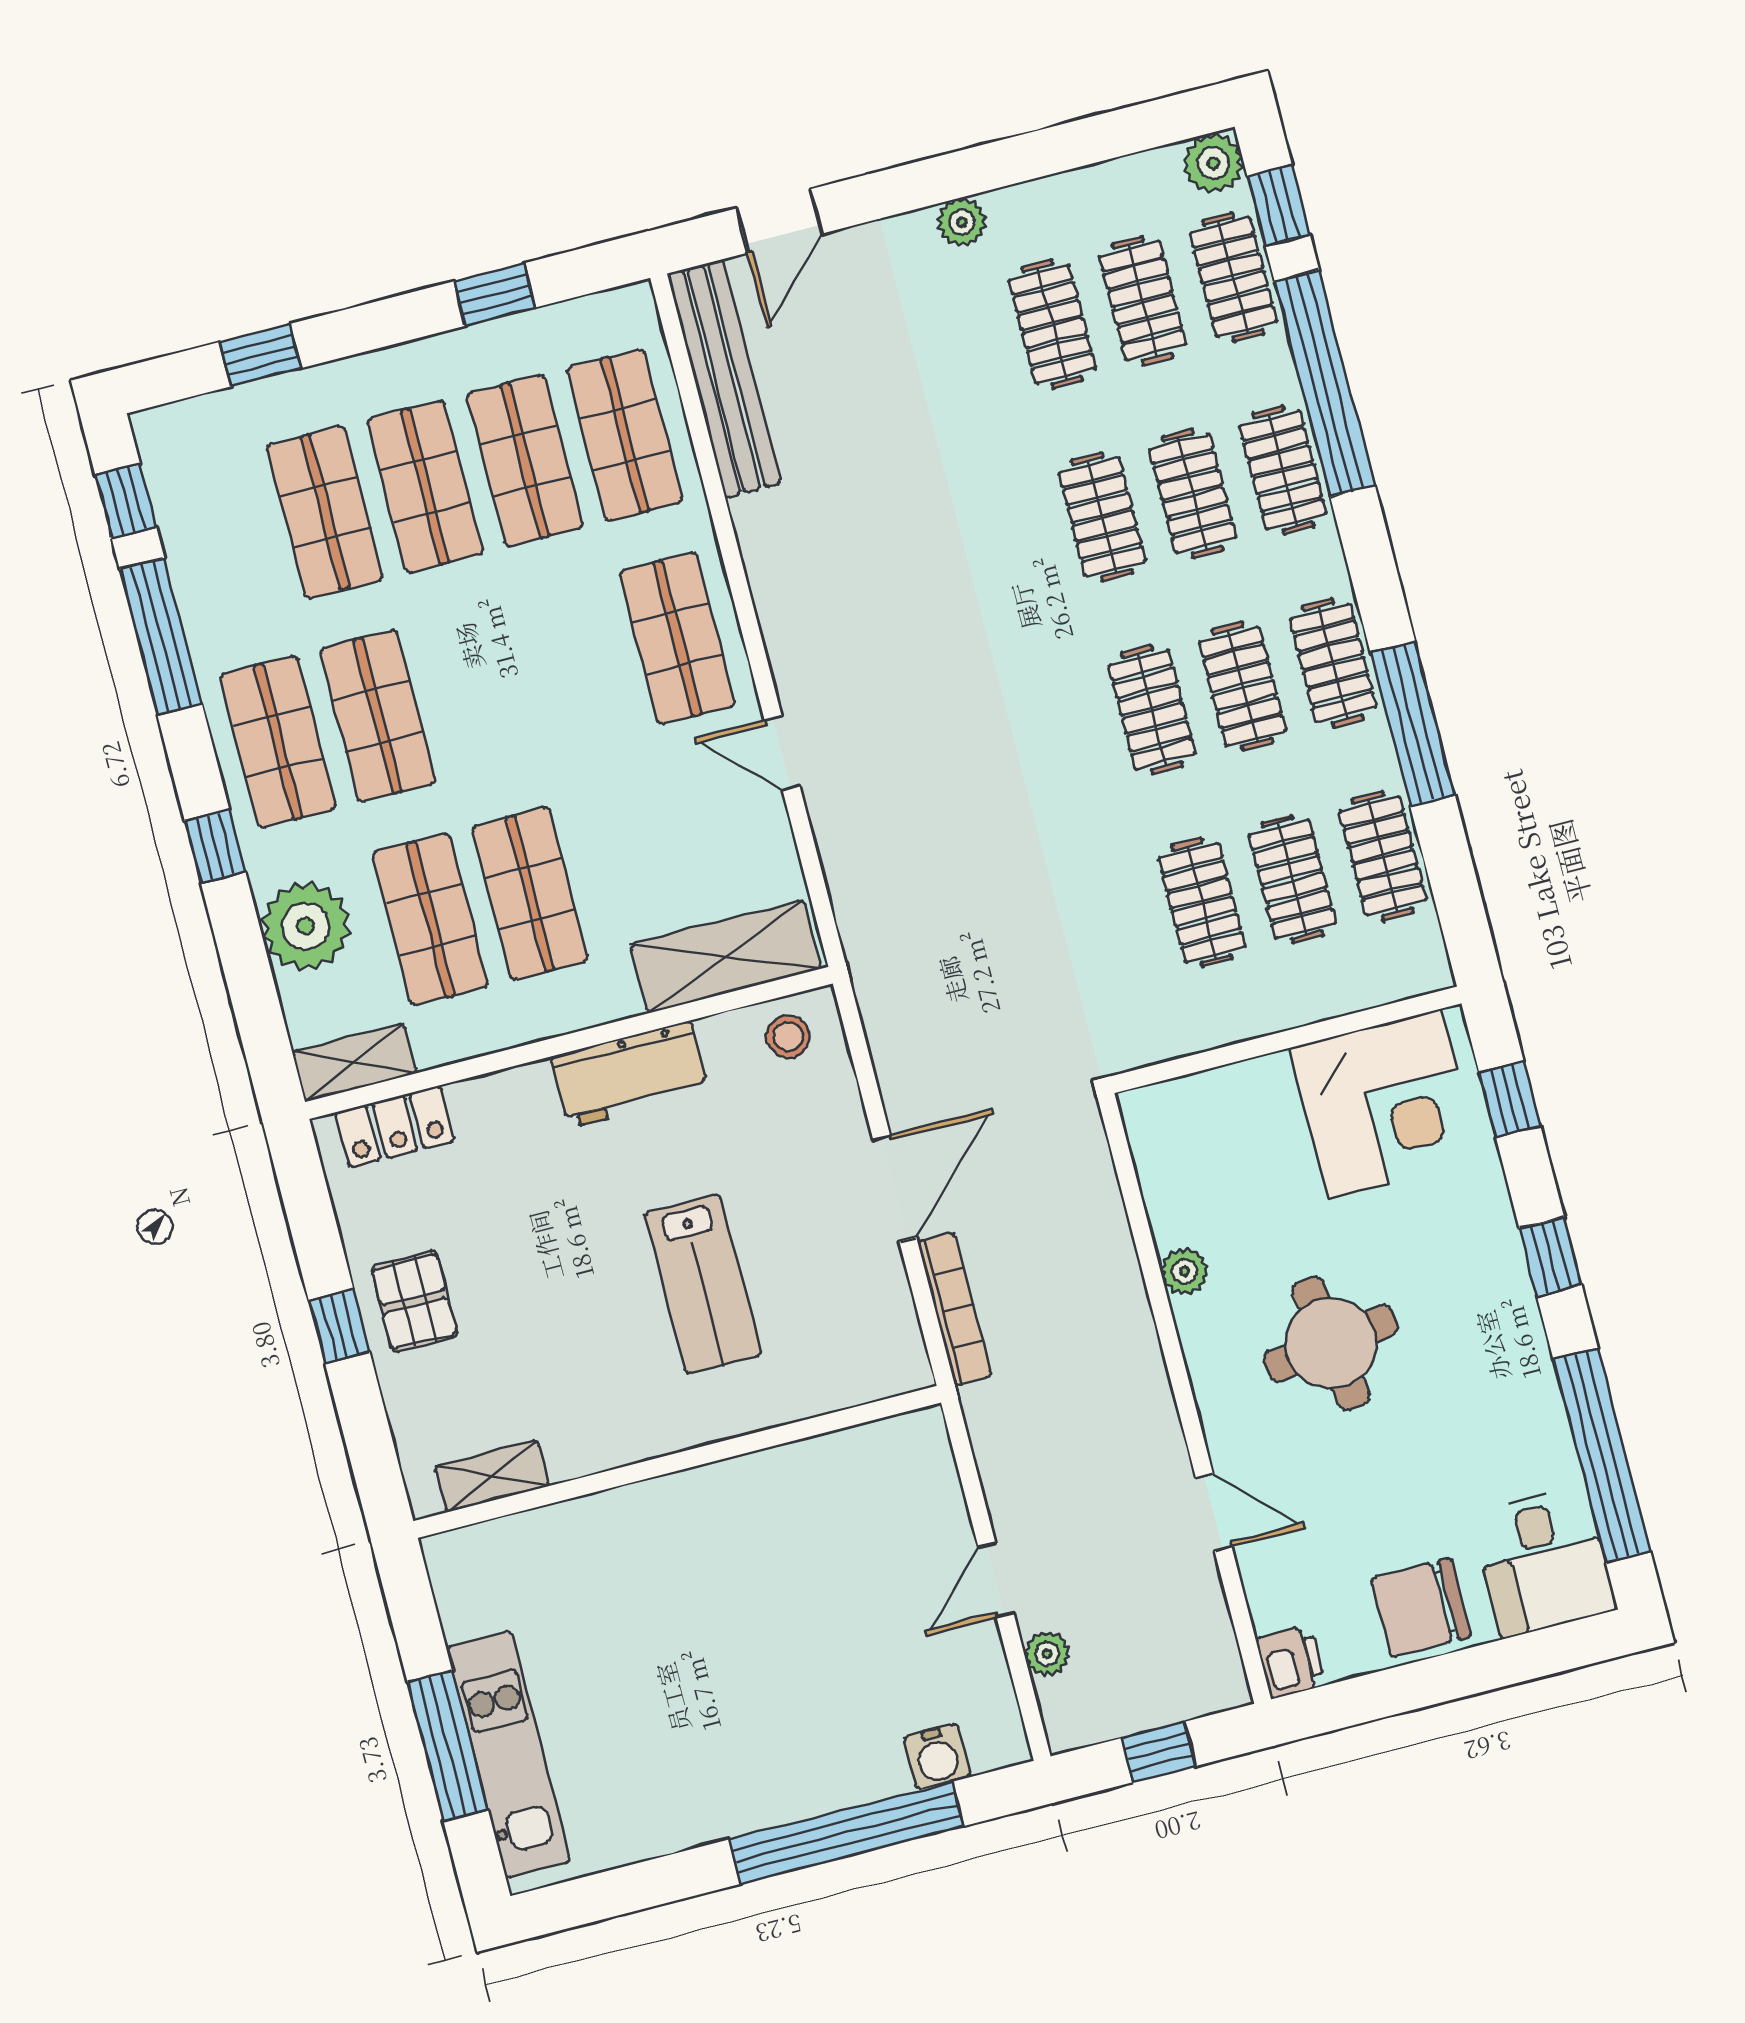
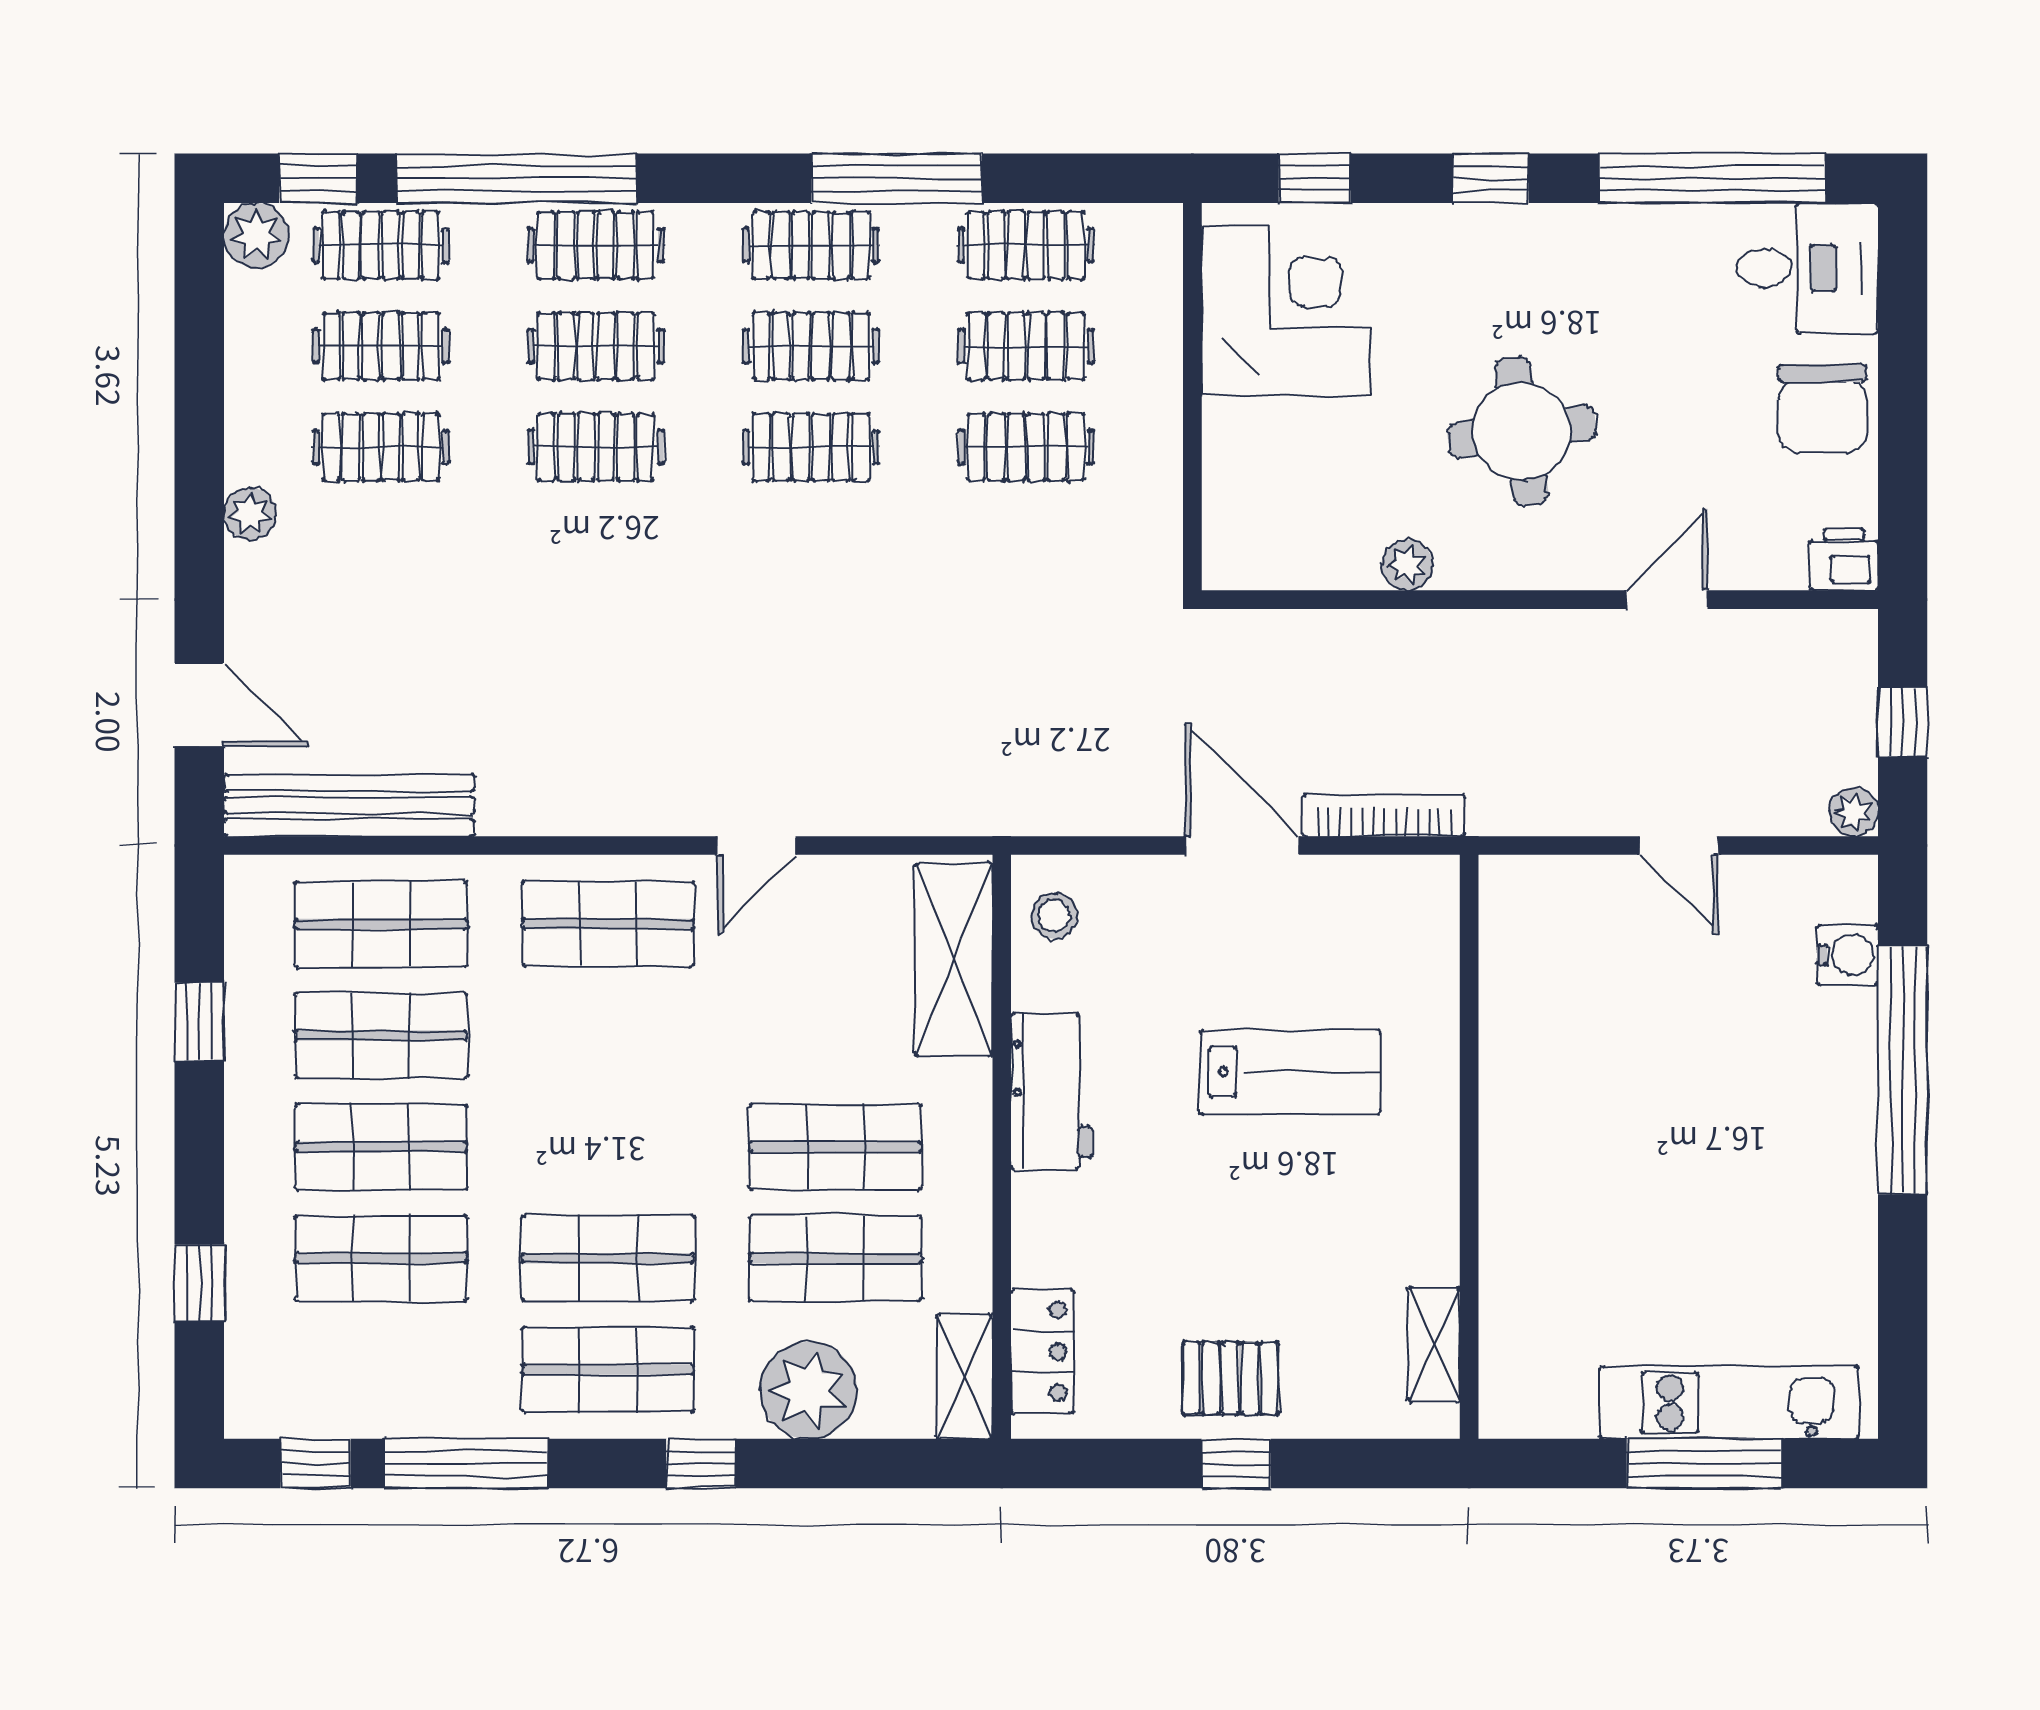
plant: (1047, 1654) -> (1854, 812), moved

